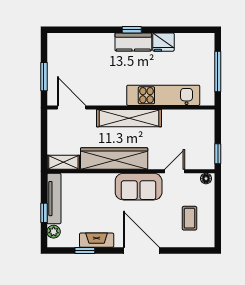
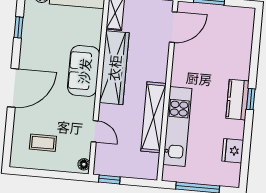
fridge: (163, 42) -> (233, 151), moved
shelving: (129, 118) -> (154, 117), moved
sofa: (139, 187) -> (84, 71), moved
fireplace: (97, 240) -> (28, 41), removed

